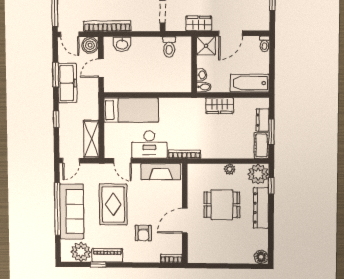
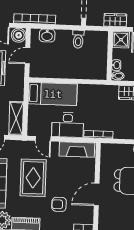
toilet: (169, 47) -> (78, 39), moved
armchair: (143, 233) -> (59, 204), turned 90

